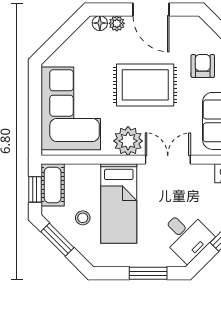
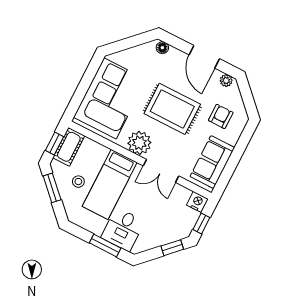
plant: (117, 23) -> (226, 81), moved
double door: (168, 160) -> (161, 171), swing flipped
desk: (186, 236) -> (123, 229), moved, turned 45

